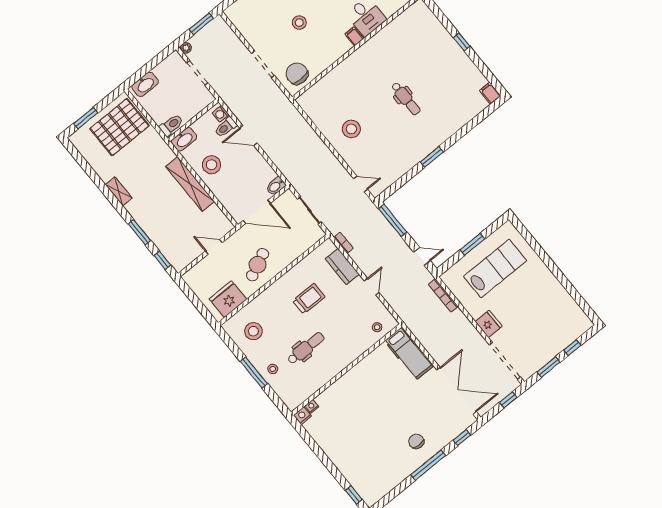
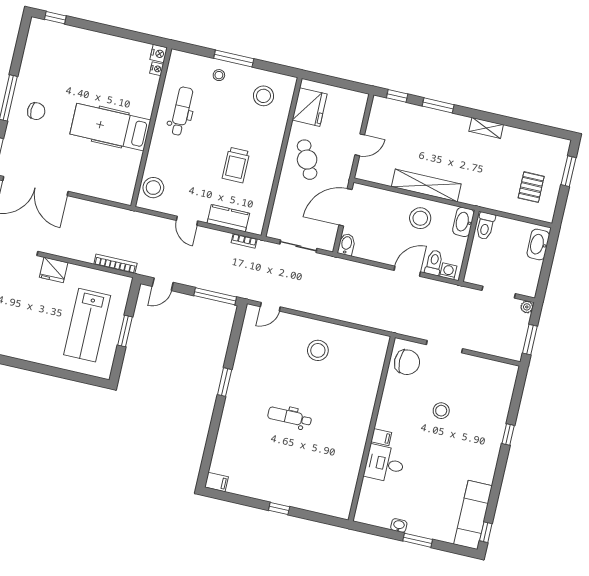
pallet: (119, 127) -> (531, 187), width x0.49, depth x0.50
stool: (377, 327) -> (153, 188), width x1.89, depth x1.89
dental chair: (306, 348) -> (181, 111), moved, turned 180
hospital bed: (409, 353) -> (110, 127), moved, width x1.37, depth x1.29

